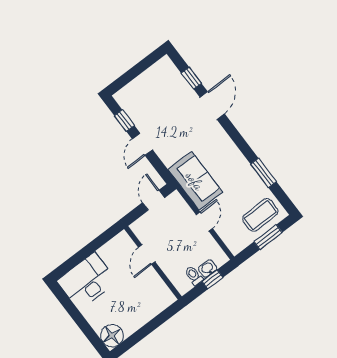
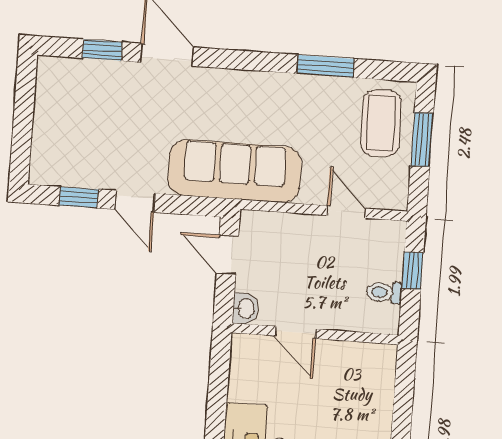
sofa: (195, 181) -> (235, 171), width x1.36
door: (204, 221) -> (346, 212), moved
washbasin: (208, 269) -> (245, 309), moved, turned 180

